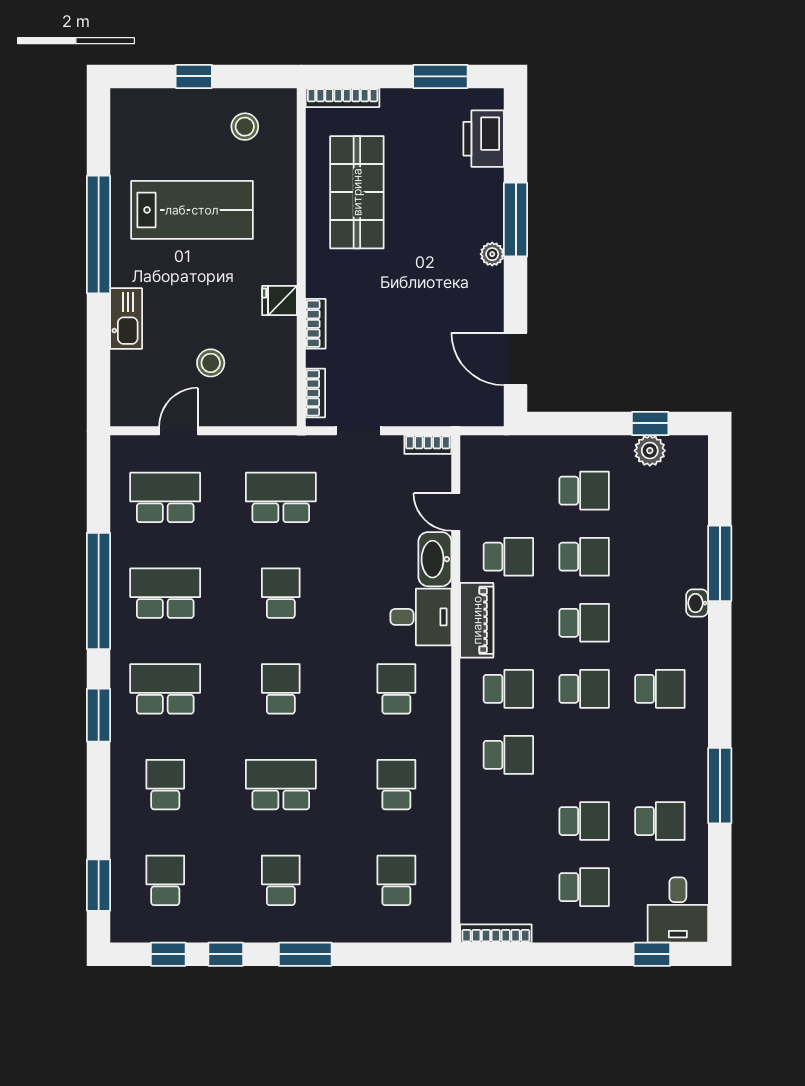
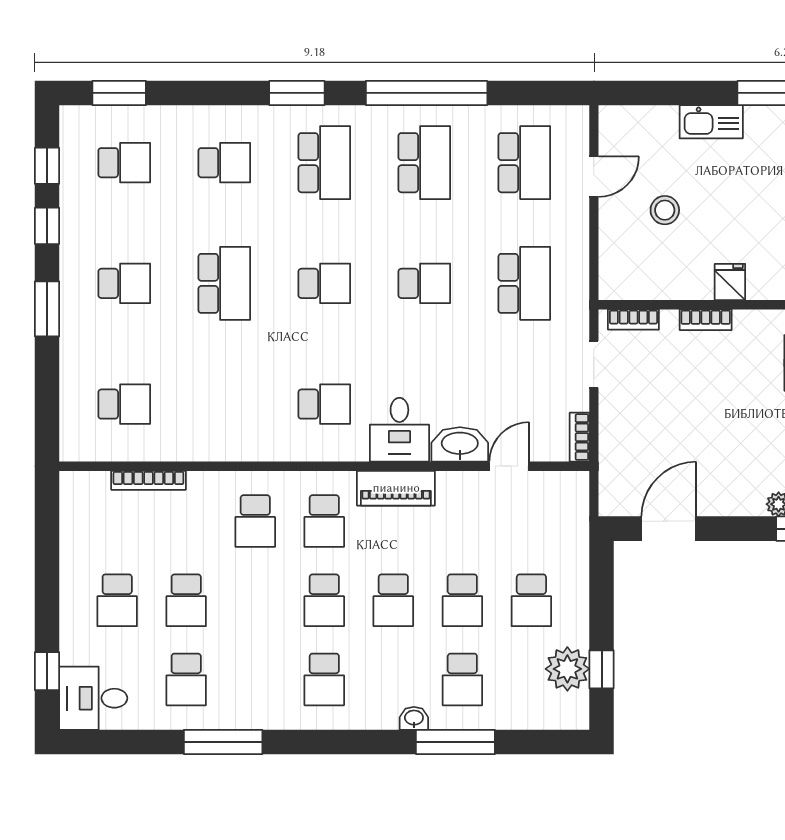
door: (179, 431) -> (594, 177), hinge flipped
plant: (650, 451) -> (567, 669), width x1.36, depth x1.36
school desk: (508, 557) -> (462, 679), moved
school desk: (396, 785) -> (224, 404), removed
bookcase: (496, 933) -> (148, 480), moved, turned 90

